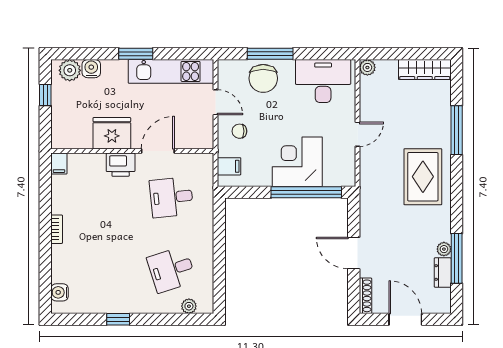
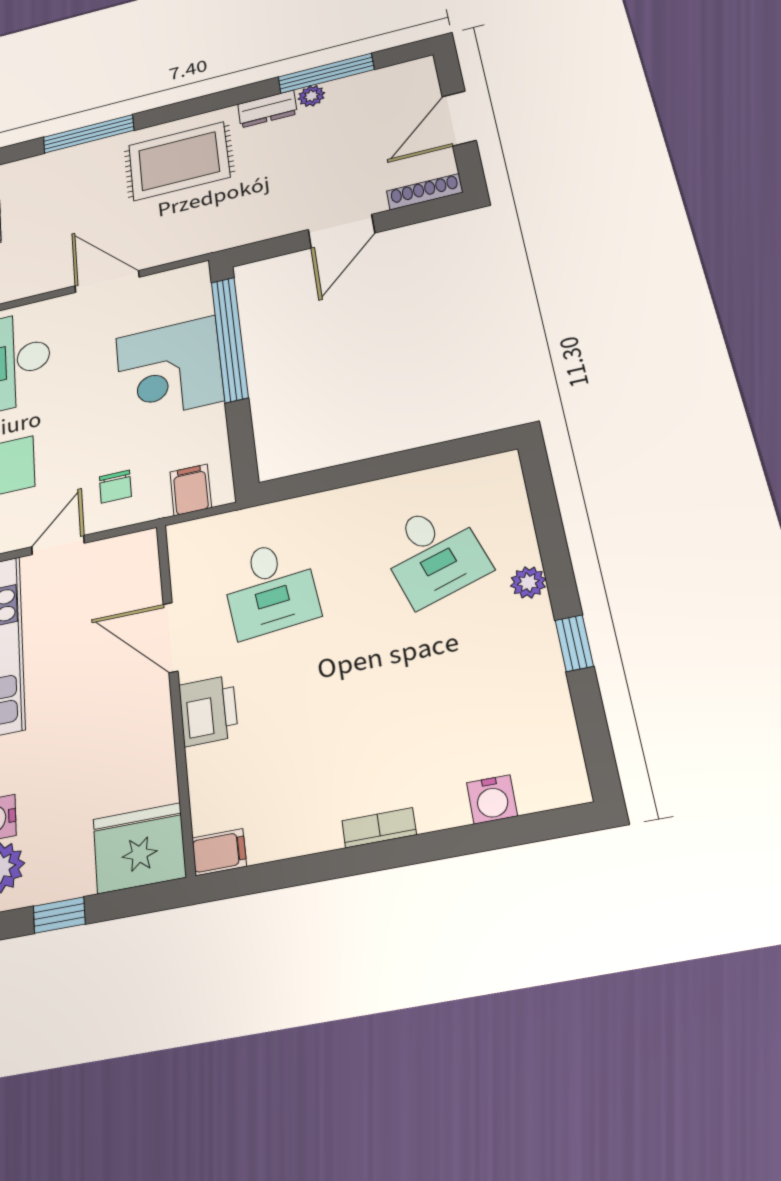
fridge: (112, 133) -> (139, 848), moved, turned 90
door: (358, 134) -> (107, 282), width x1.38
dresser: (443, 273) -> (267, 109), moved
water cooler: (60, 292) -> (492, 799), moved
plant: (189, 306) -> (528, 582), moved

